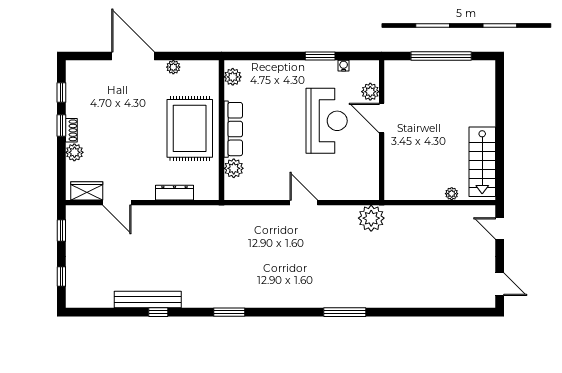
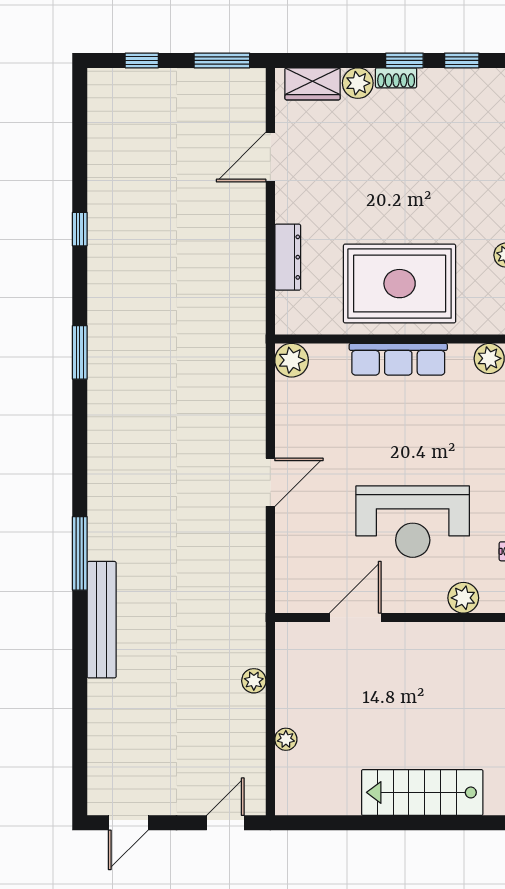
door: (382, 118) -> (355, 618), moved
stairs: (482, 162) -> (422, 792), moved
plant: (234, 168) -> (292, 360), moved
wardrobe: (87, 191) -> (313, 84), moved, turned 90
plant: (371, 218) -> (254, 681), moved, width x0.53, depth x0.53
window: (61, 230) -> (222, 60), width x1.50
bench: (148, 300) -> (102, 620), moved

